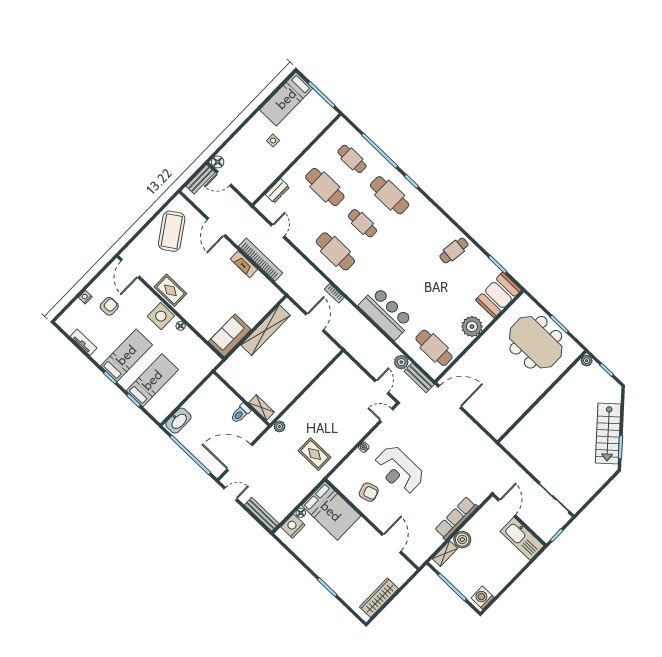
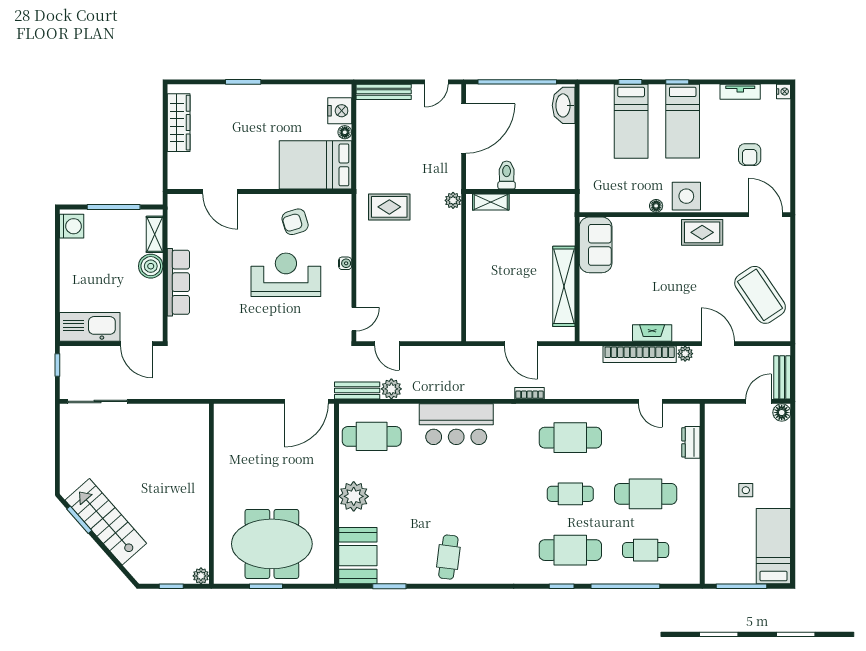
plant: (237, 238) -> (685, 354), added
nightstand: (85, 297) -> (784, 91), moved

